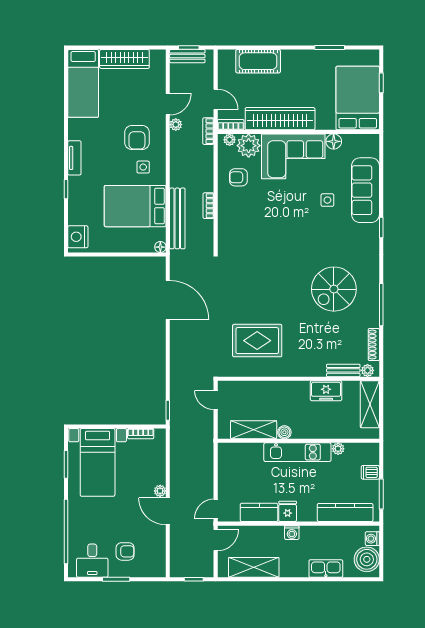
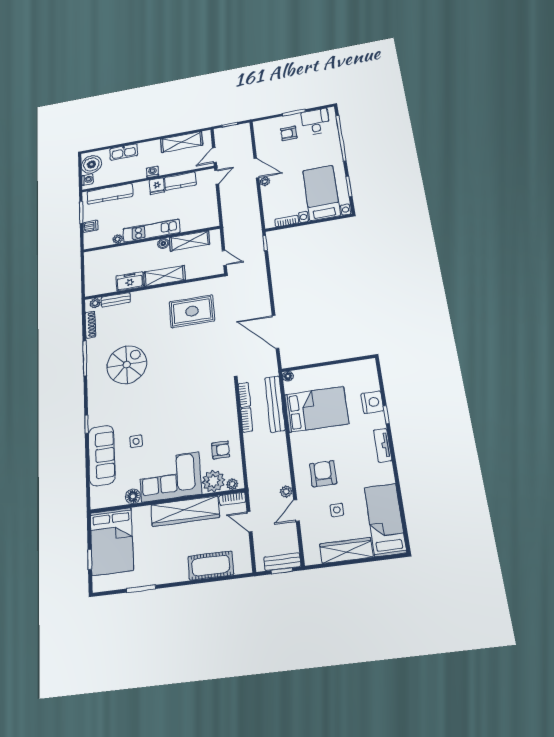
bookcase: (208, 131) -> (244, 395), moved
side table: (143, 167) -> (337, 510), moved
nightstand: (78, 237) -> (372, 402), moved
shelving: (370, 404) -> (164, 276), moved, turned 90

